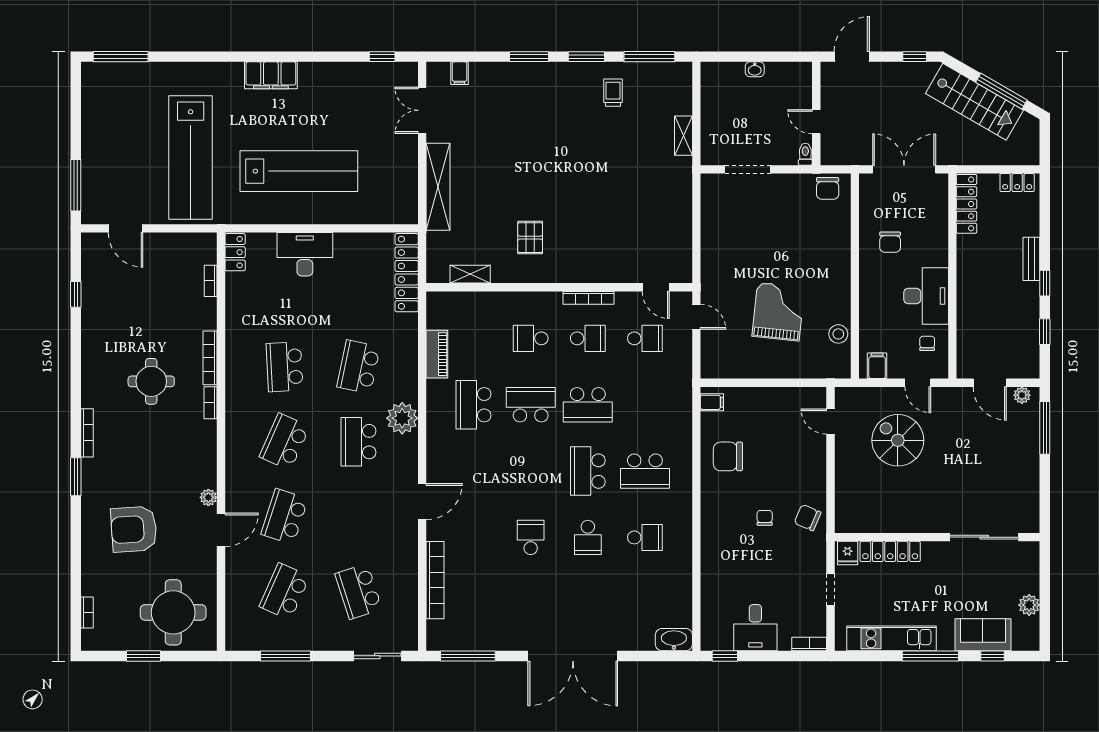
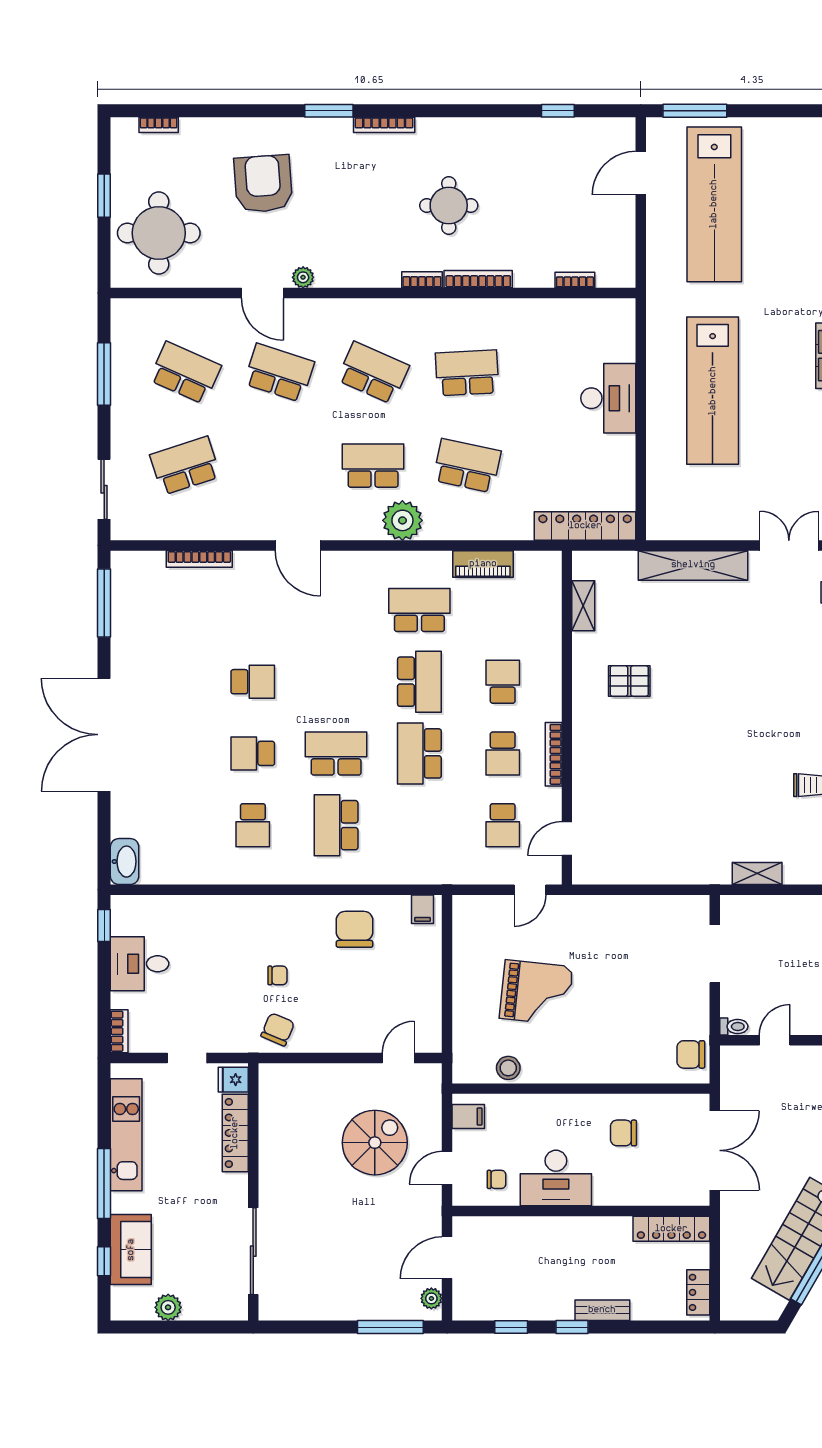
lab bench: (191, 158) -> (714, 204), moved, turned -90
locker: (235, 252) -> (611, 311), removed
bookcase: (435, 580) -> (199, 559), width x0.68, depth x0.76

